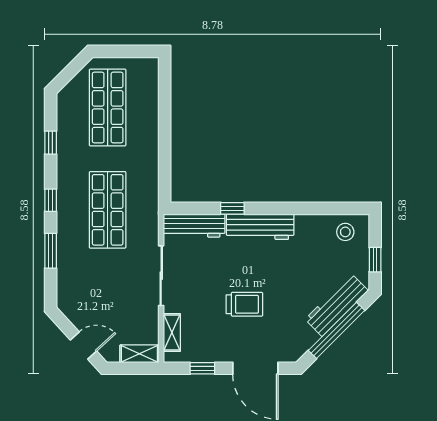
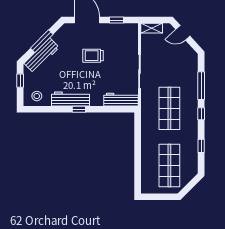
window: (232, 208) -> (79, 109), moved
workbench: (260, 227) -> (70, 99), moved
window: (51, 251) -> (201, 86), width x1.44
window: (337, 330) -> (42, 41), width x0.68
shelving: (172, 333) -> (133, 40), removed

